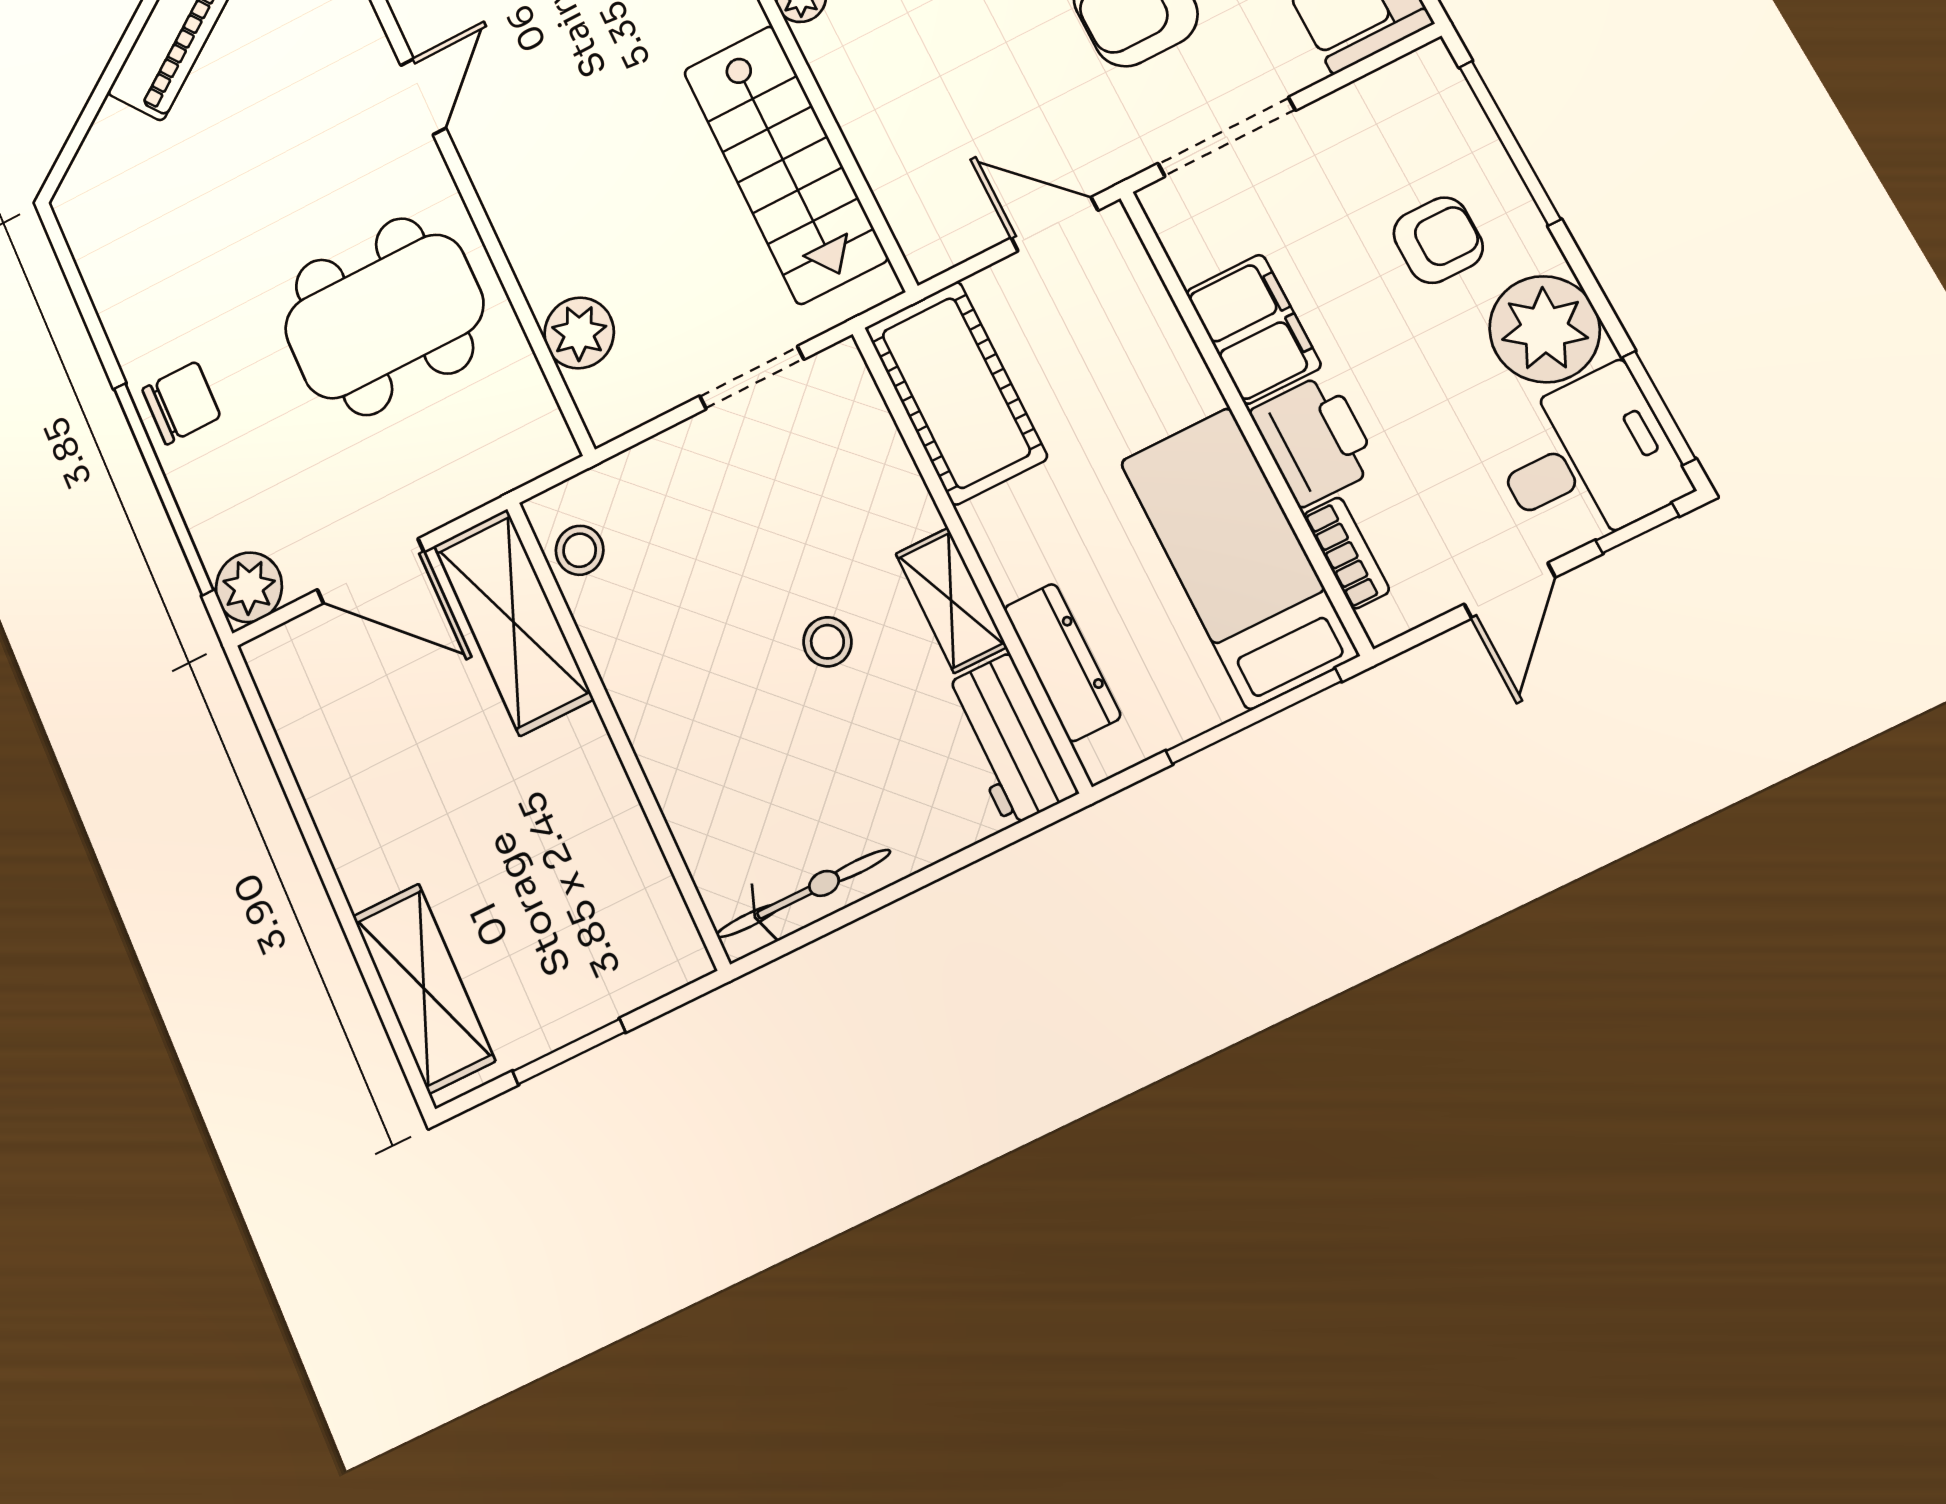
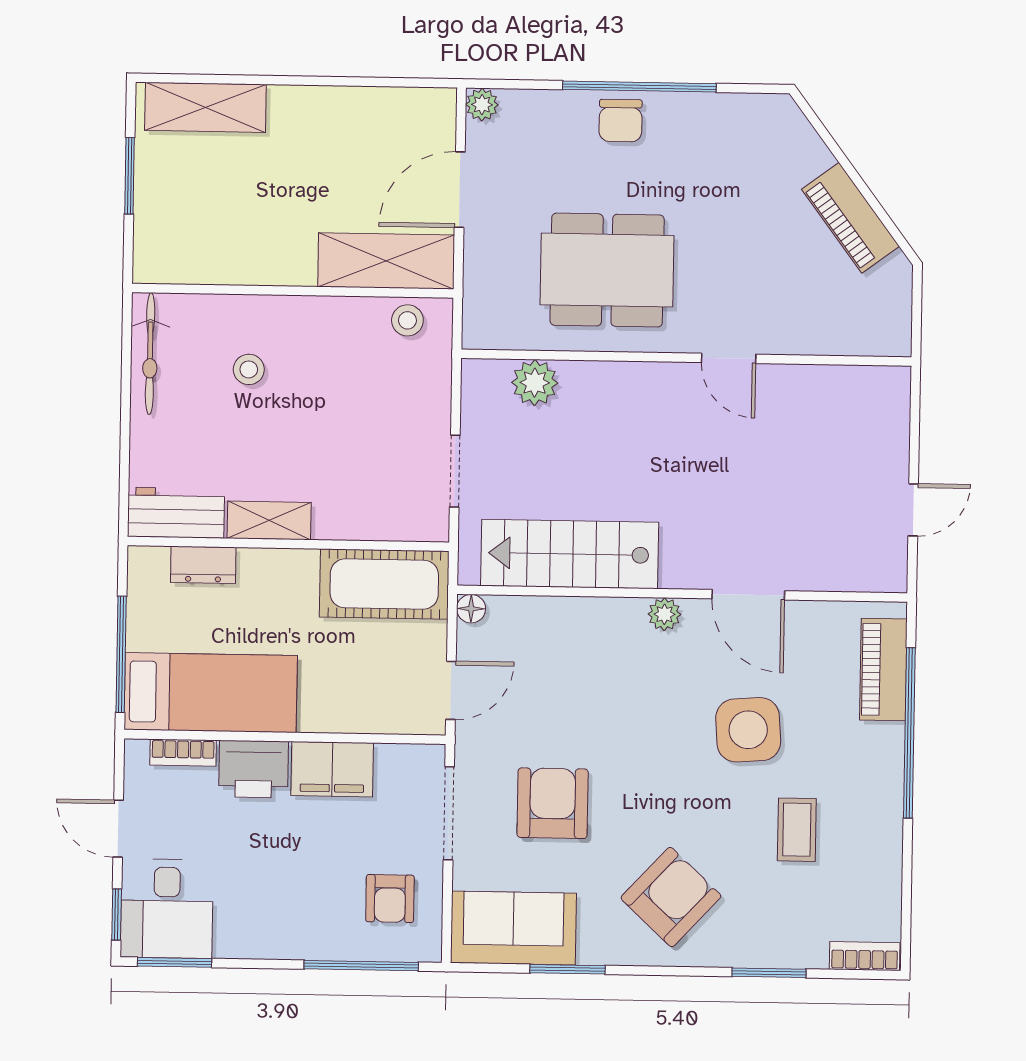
armchair: (1438, 240) -> (390, 898), moved
floor lamp: (928, 256) -> (471, 609), added
dining table: (384, 316) -> (607, 270), turned 90
plant: (1545, 329) -> (249, 926), removed
window: (163, 488) -> (639, 87), moved
plant: (249, 587) -> (482, 105), width x0.73, depth x0.73
stool: (827, 642) -> (249, 369), moved
dresser: (1062, 662) -> (203, 565), width x0.70

